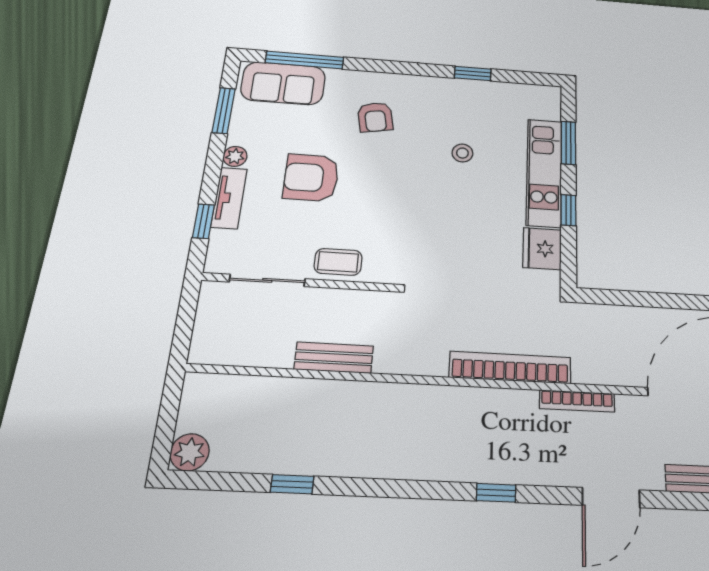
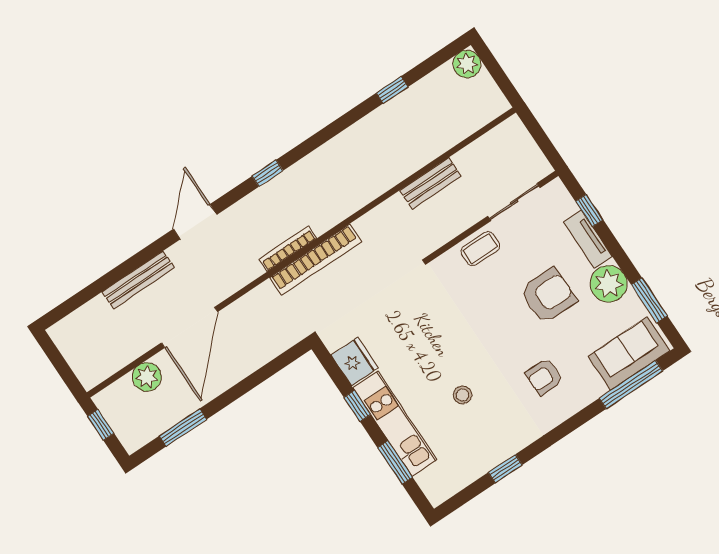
armchair: (375, 117) -> (544, 377), turned -79
plant: (235, 156) -> (609, 284), width x1.87, depth x1.87
bookcase: (577, 401) -> (288, 249), moved

